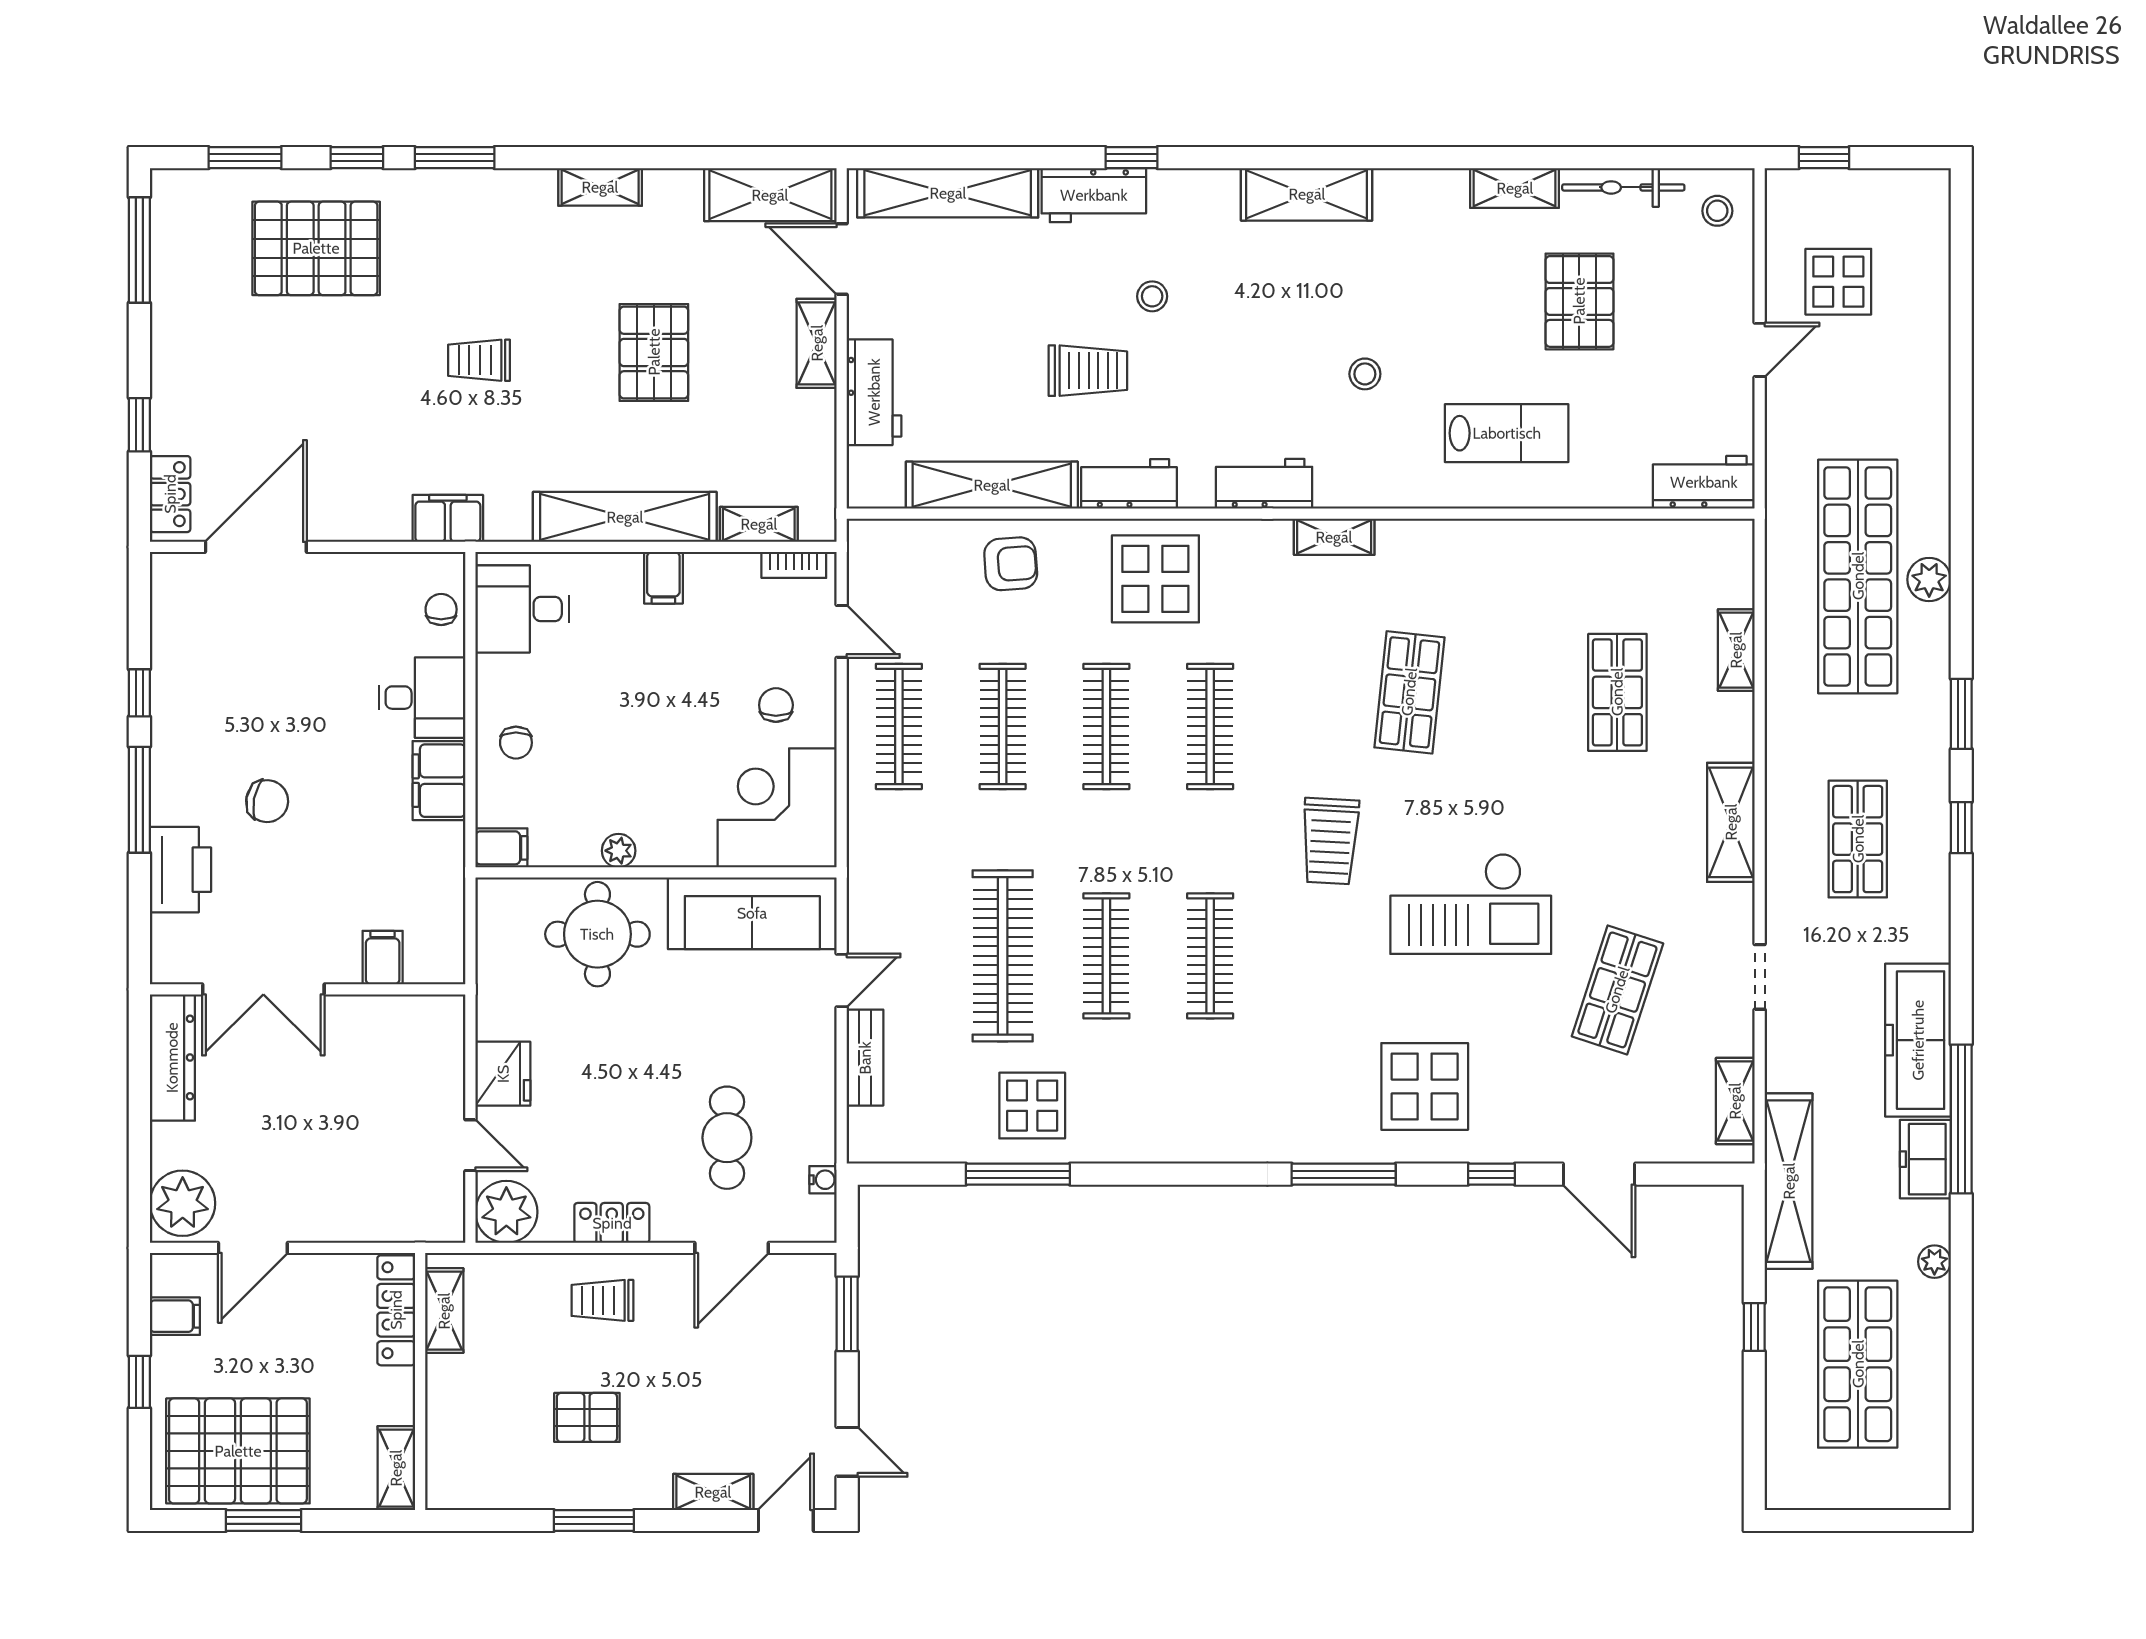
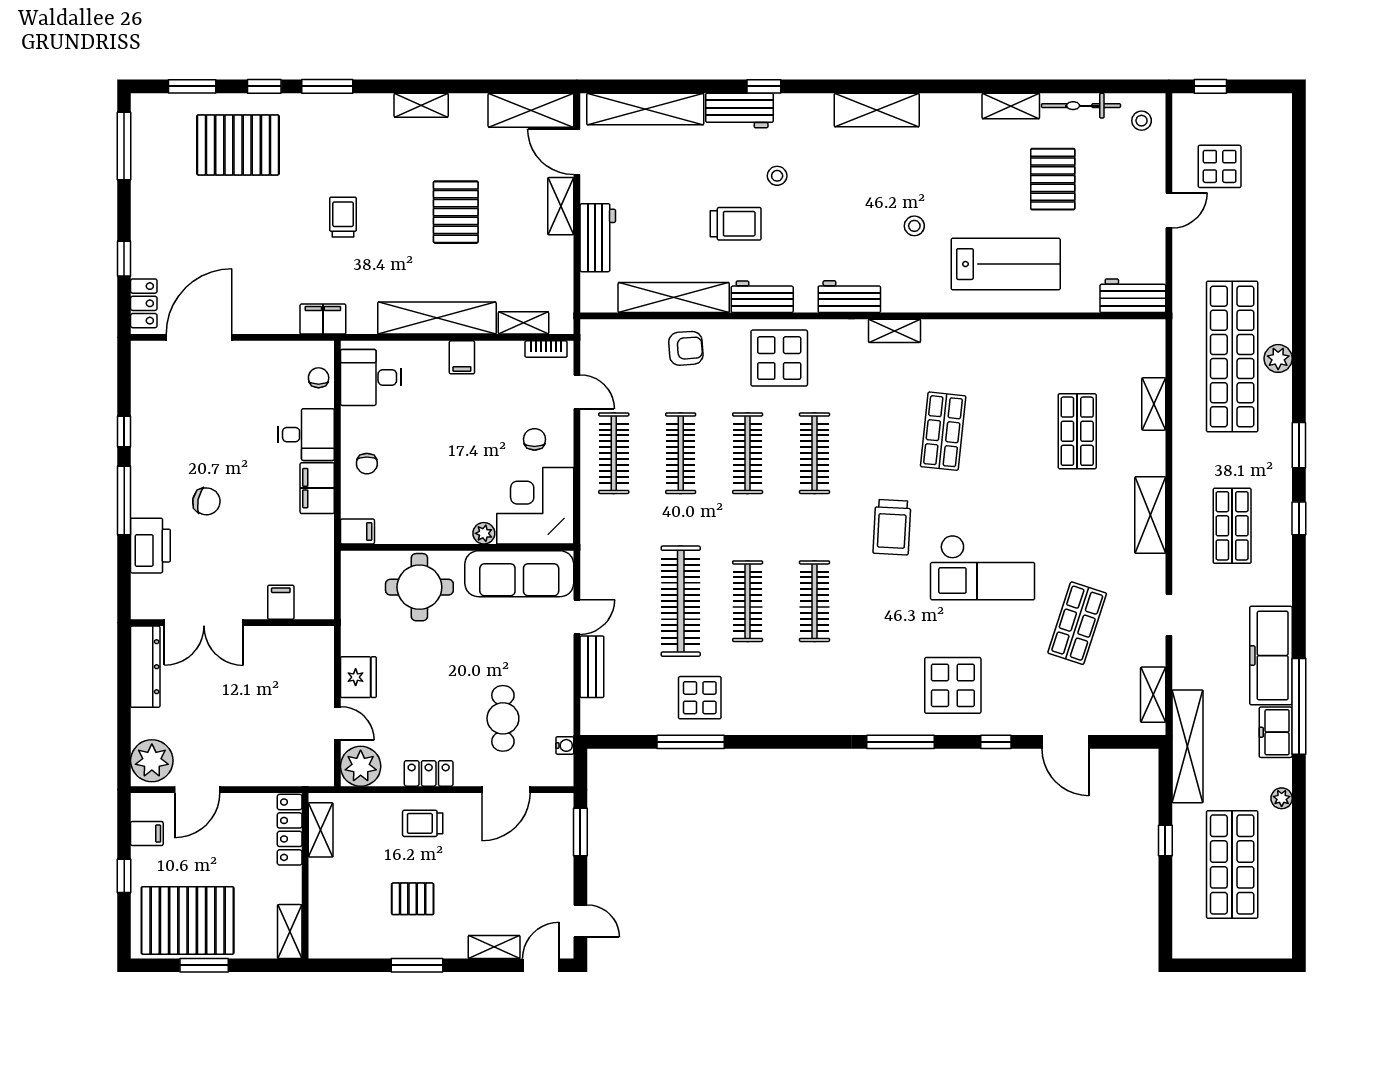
trolley: (479, 360) -> (343, 217), turned 90
lab bench: (1507, 433) -> (1006, 264), width x1.36, depth x1.39
plant: (619, 851) -> (484, 533), moved

